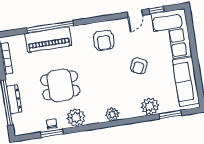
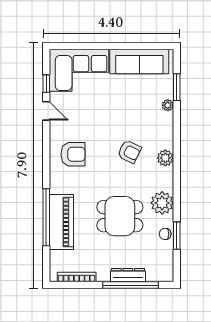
armchair: (139, 66) -> (129, 152), moved
dining table: (60, 85) -> (120, 216), turned 90
plant: (150, 106) -> (168, 105), width x0.53, depth x0.53

